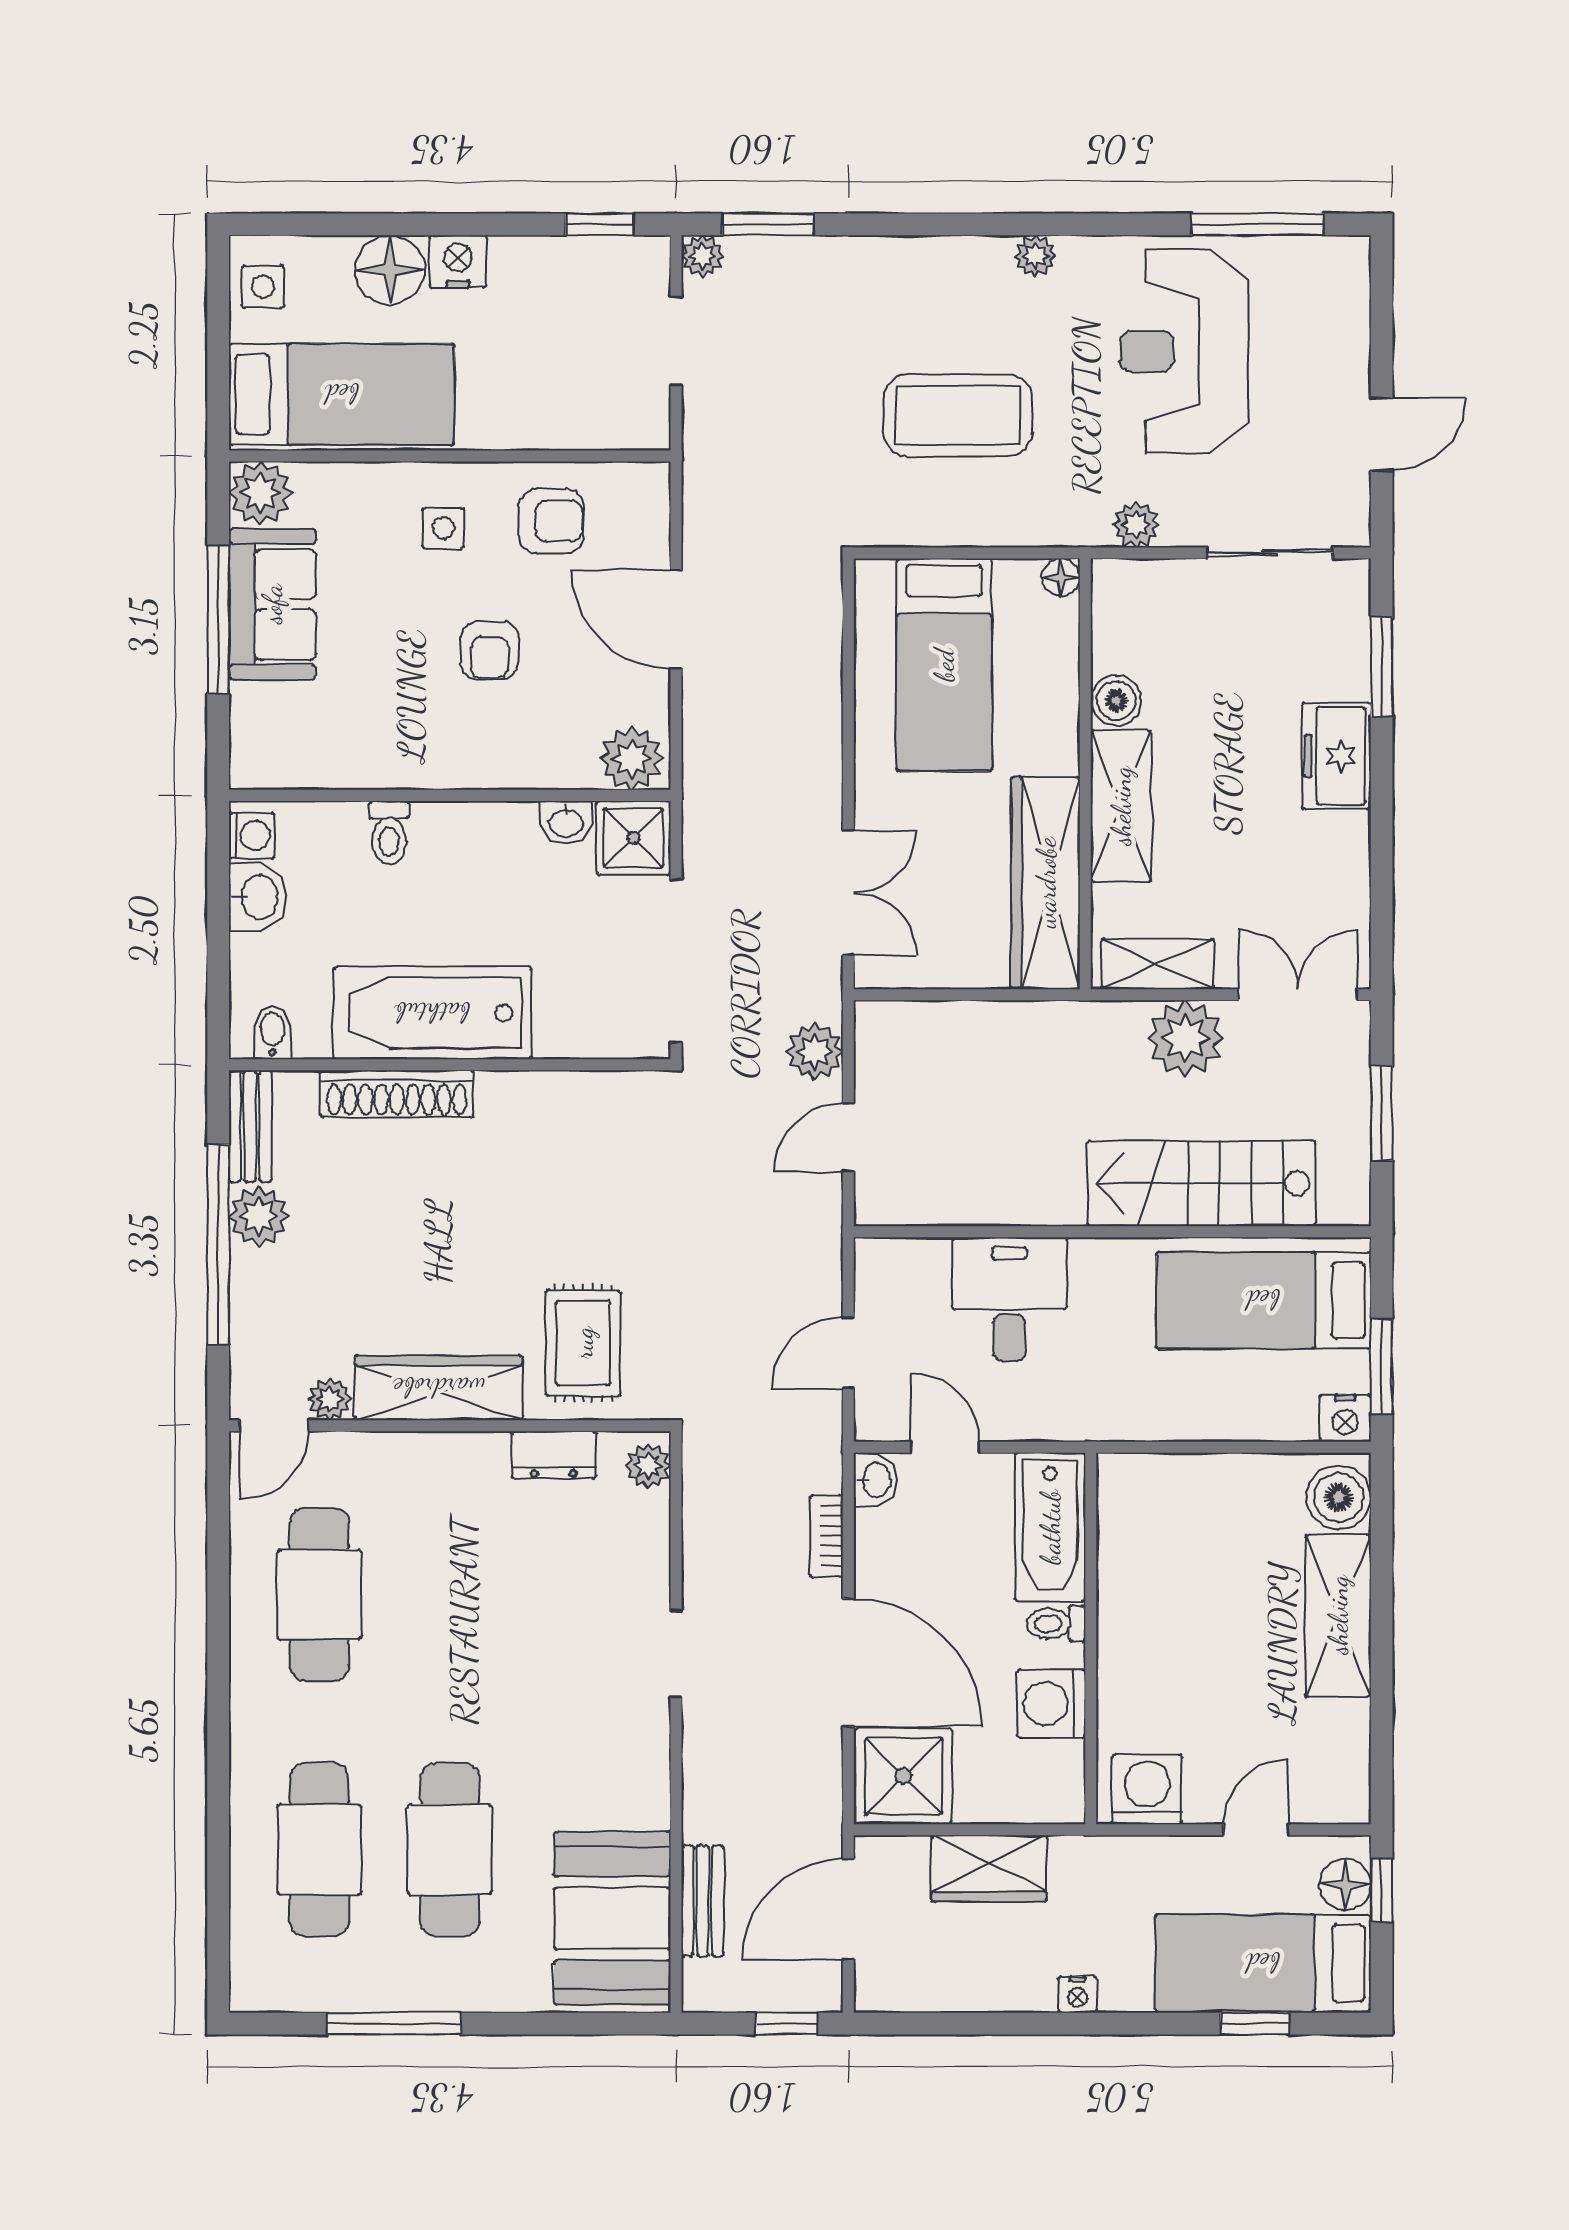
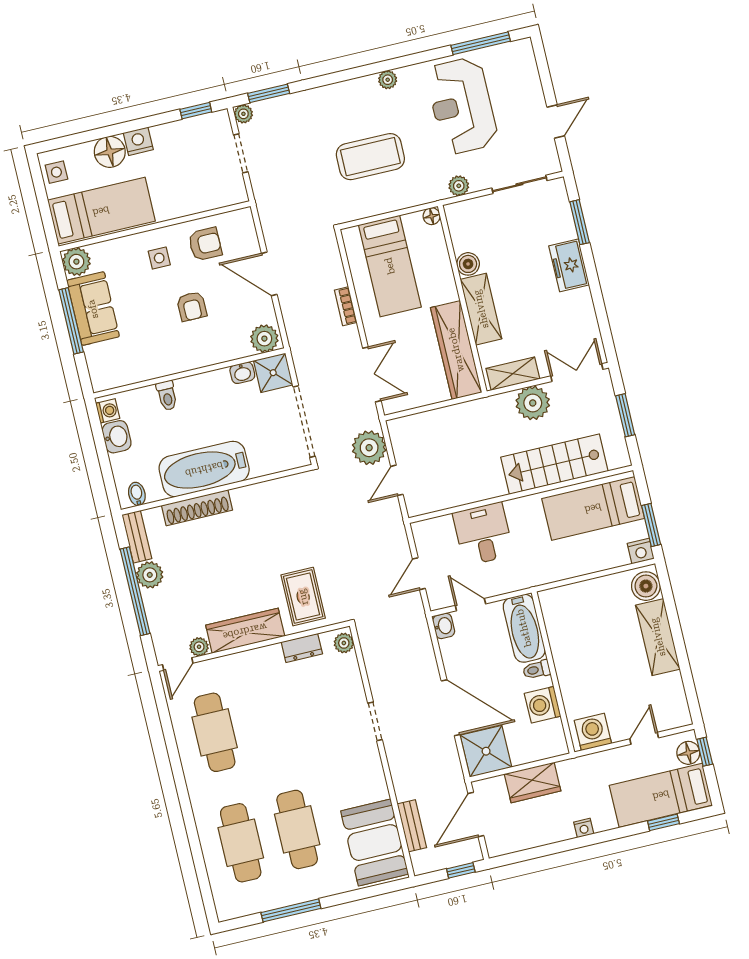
plant: (815, 1052) -> (369, 448), width x1.36, depth x1.36
bookcase: (826, 1536) -> (346, 306), moved

